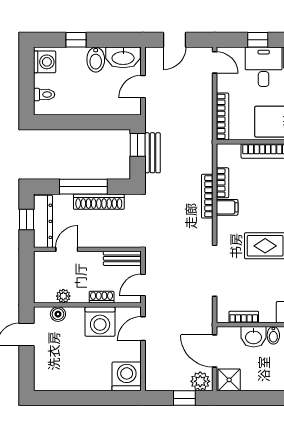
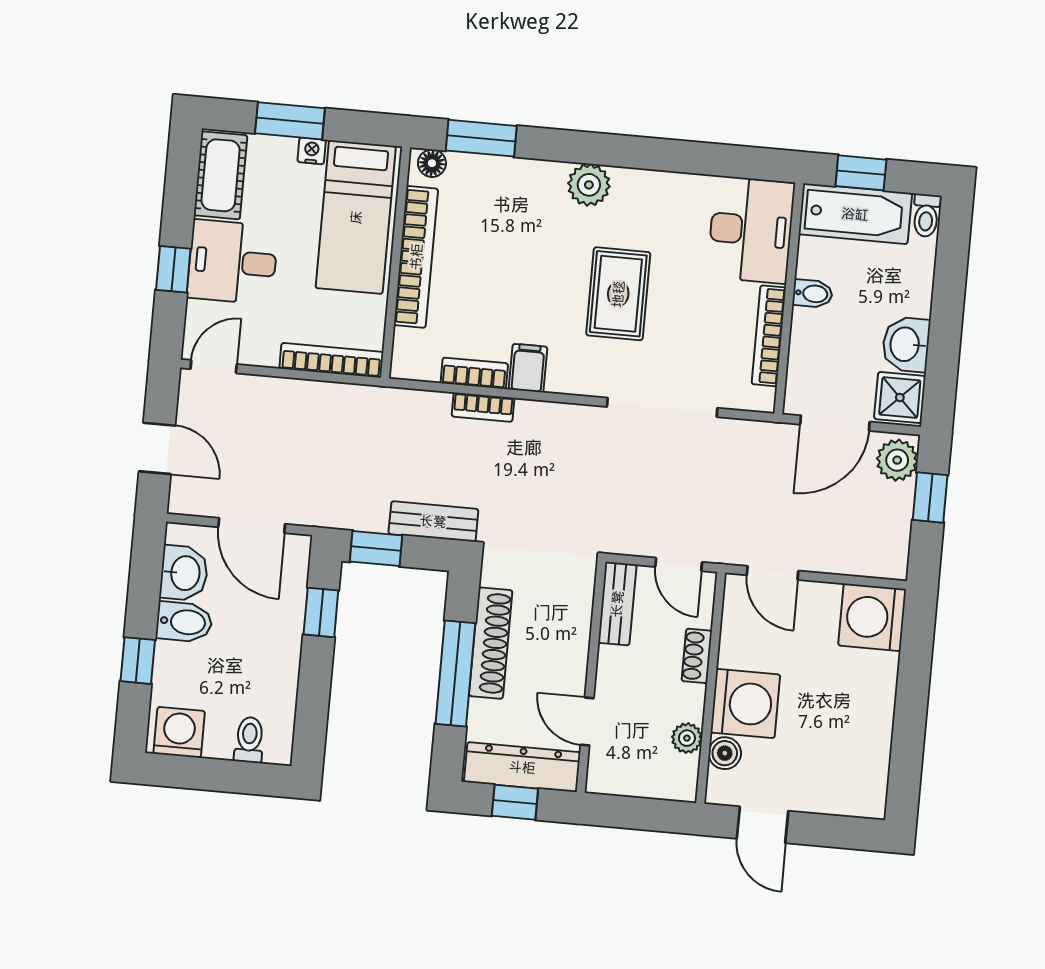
washbasin: (123, 57) -> (184, 573), width x0.72
door: (143, 87) -> (252, 526), width x1.37
window: (106, 122) -> (321, 612), added
bench: (152, 153) -> (433, 521), moved
bookcase: (207, 196) -> (483, 407), width x0.64
bookcase: (244, 317) -> (769, 336), width x1.56
washing machine: (100, 322) -> (745, 704), moved
washbasin: (254, 337) -> (906, 344), moved, turned 180

